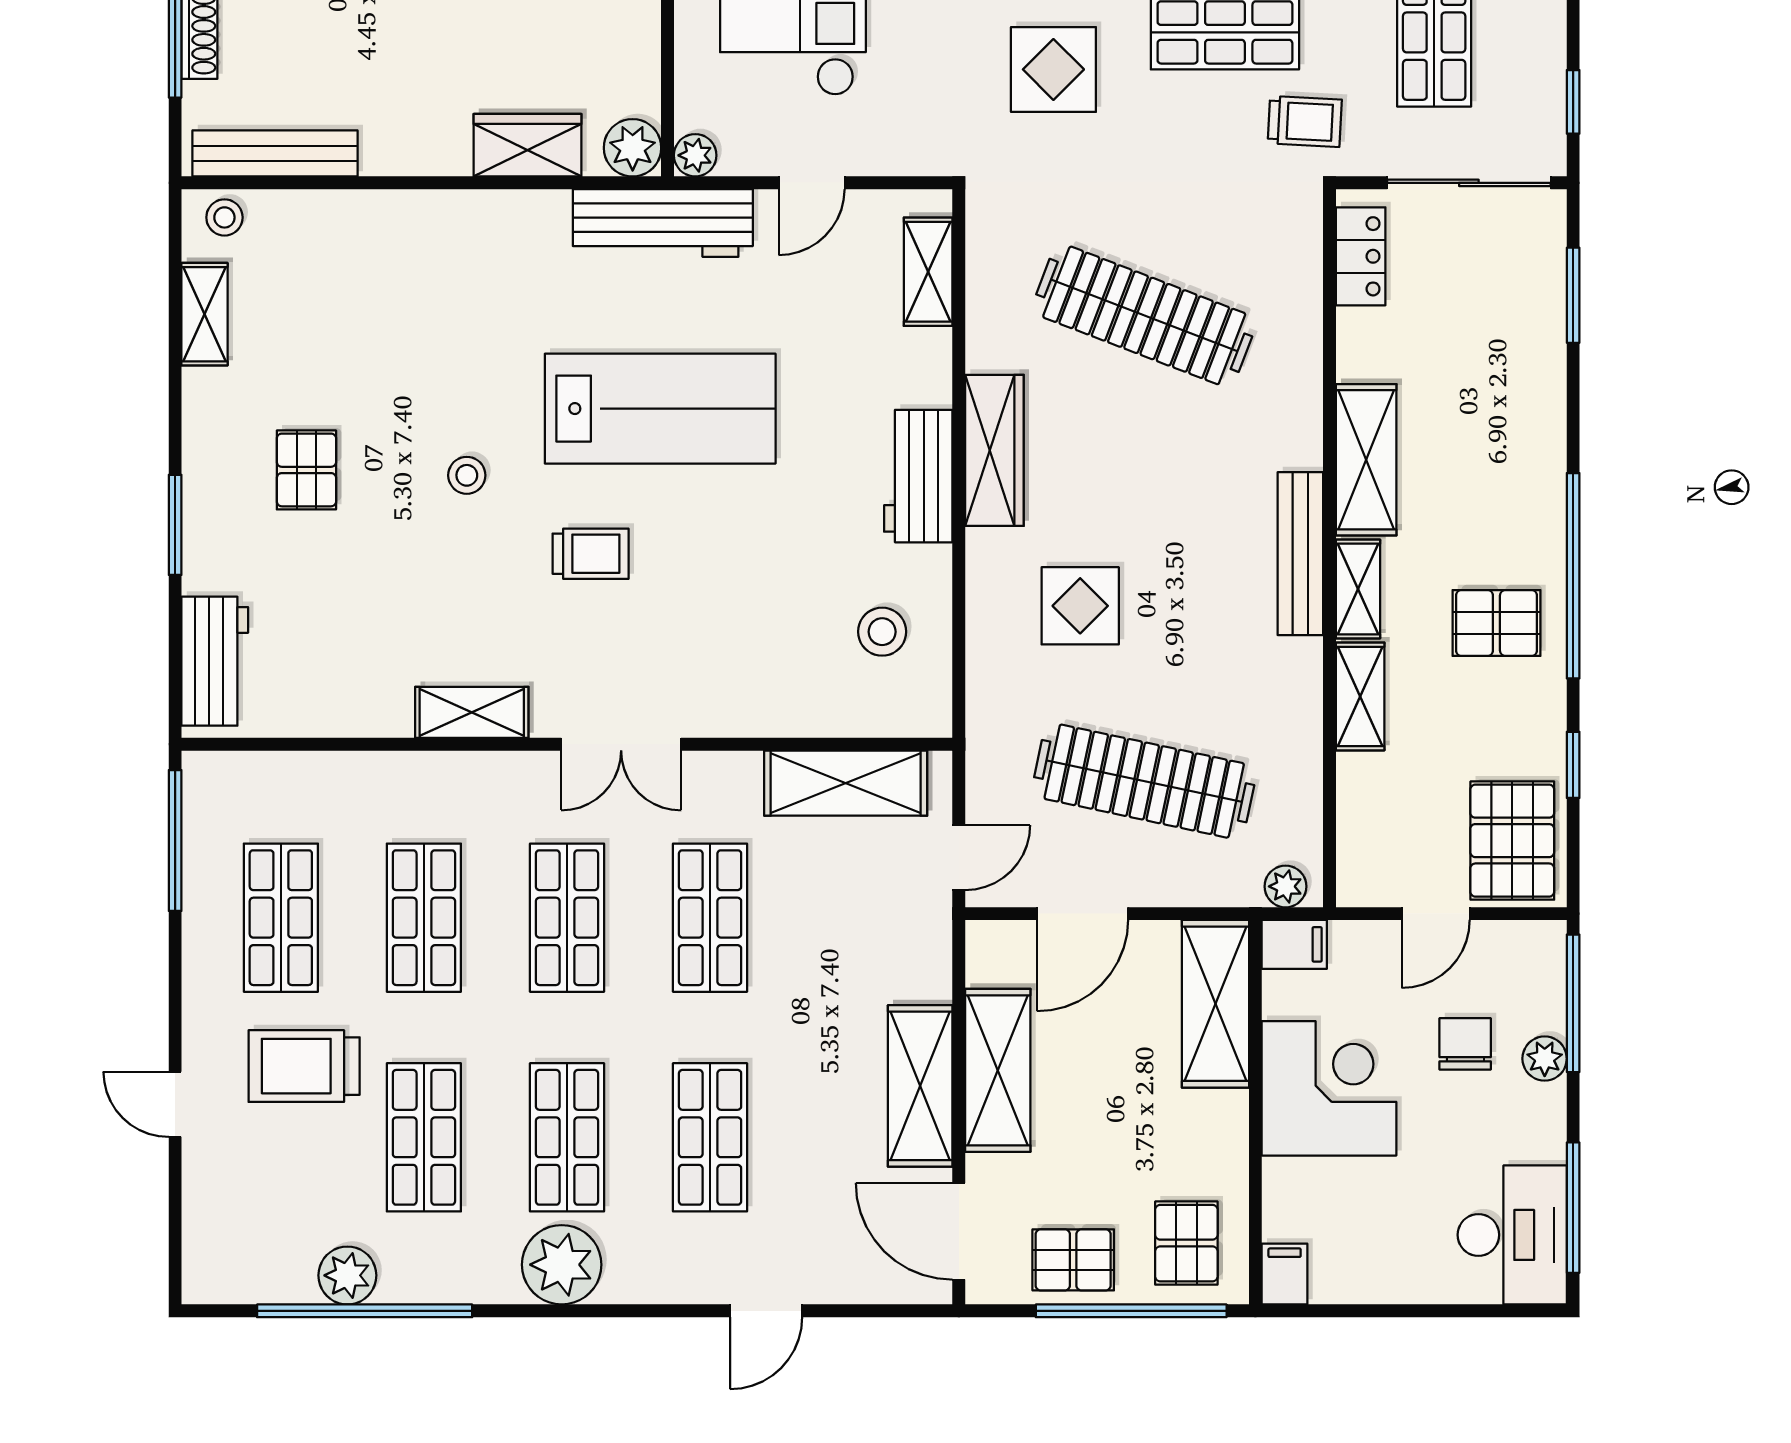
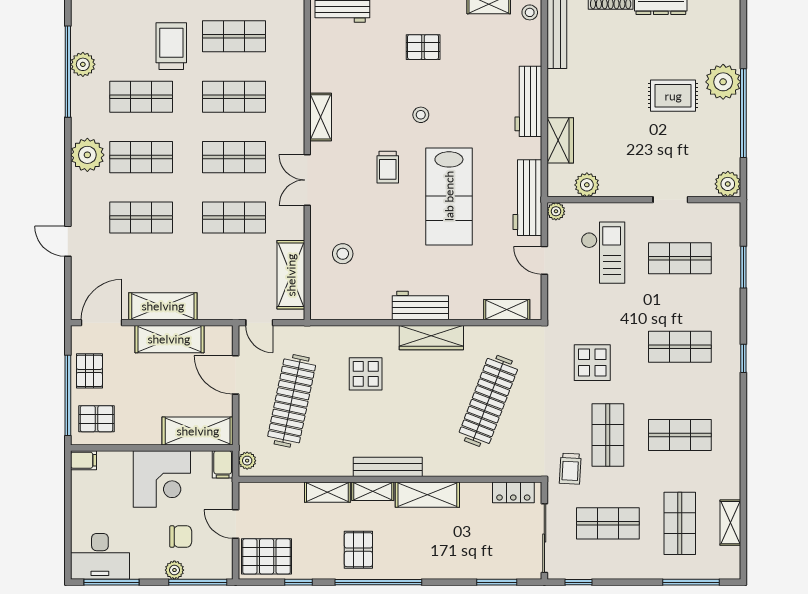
plant: (633, 148) -> (587, 185), moved
workbench: (435, 221) -> (528, 101), added
stool: (882, 632) -> (343, 254), moved

